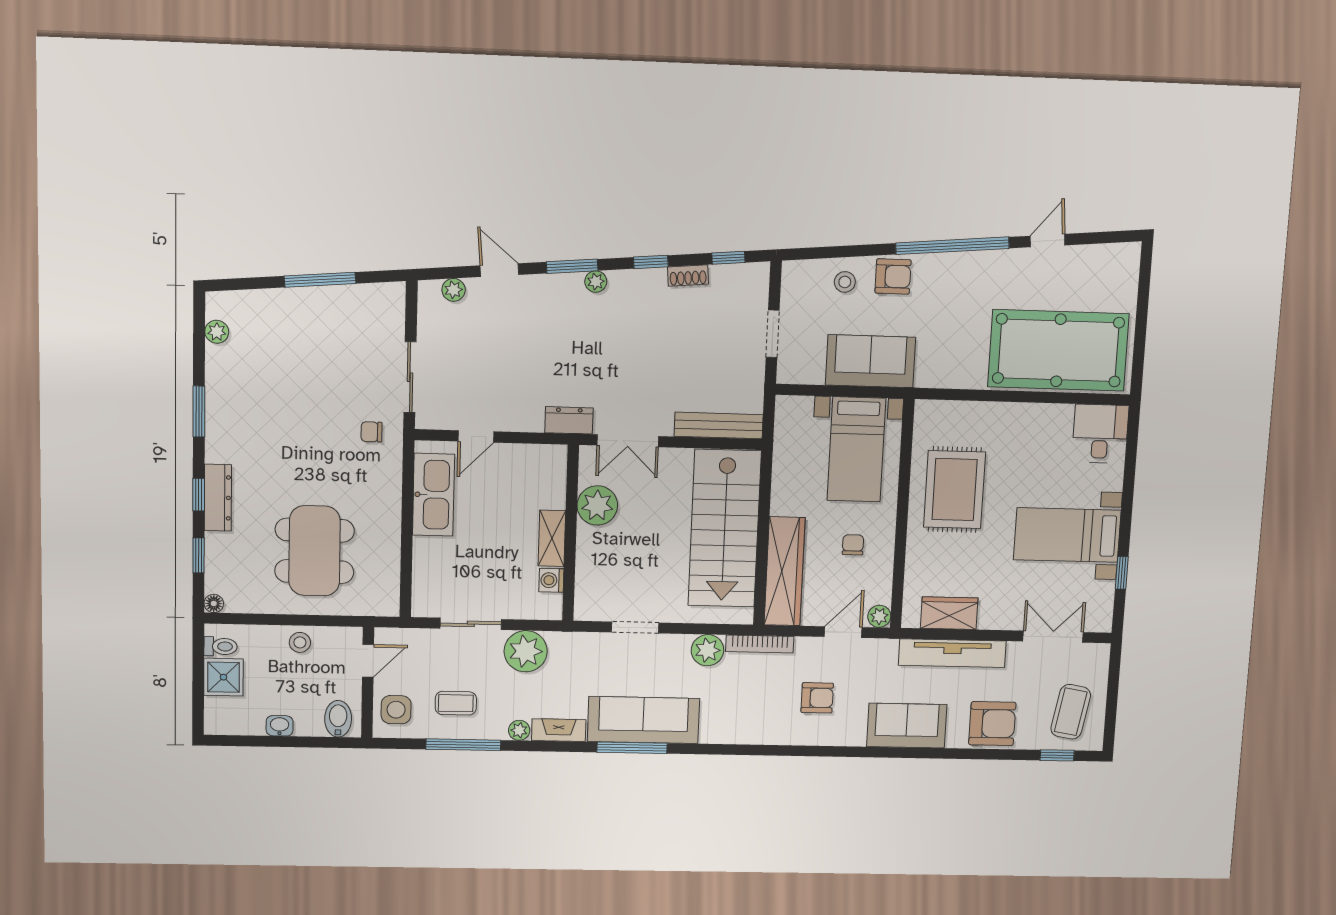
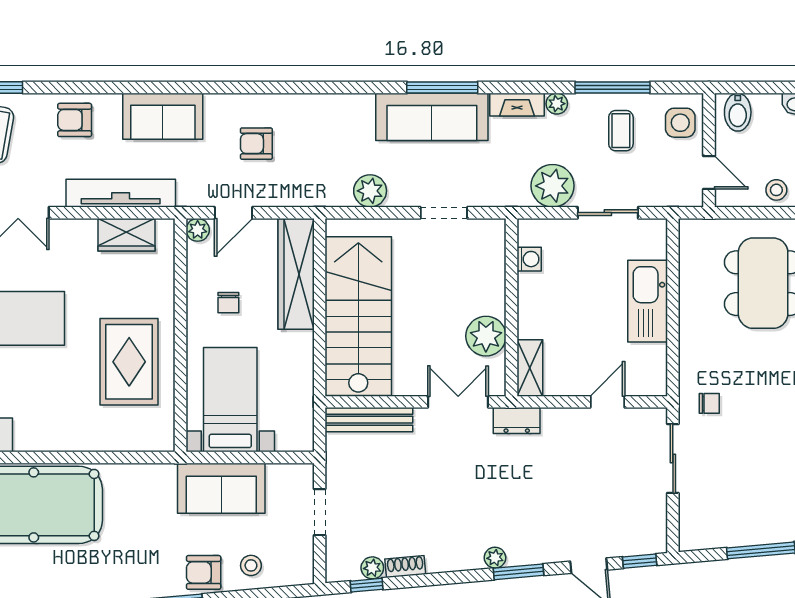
window: (651, 262) -> (640, 561), moved
plant: (454, 290) -> (372, 568), moved
kitchen sink: (434, 495) -> (648, 301), moved
shelving: (552, 538) -> (530, 368), moved
bookcase: (760, 644) -> (317, 198), removed
door: (368, 661) -> (709, 172), swing flipped
coffee table: (456, 703) -> (621, 131), turned 90
armchair: (992, 724) -> (75, 120), width x0.72, depth x0.72

